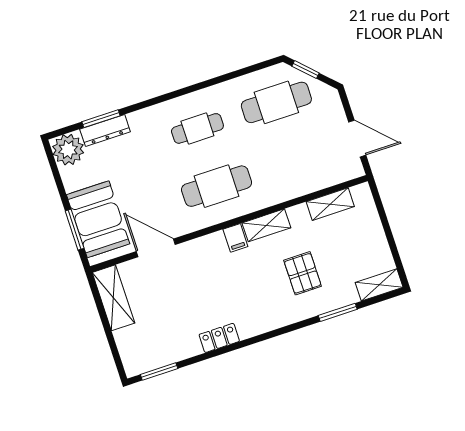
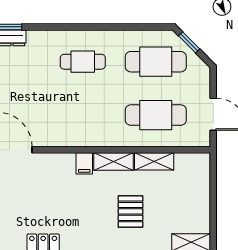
cafe table: (217, 186) -> (156, 115), moved
shelving: (330, 204) -> (154, 161), moved

